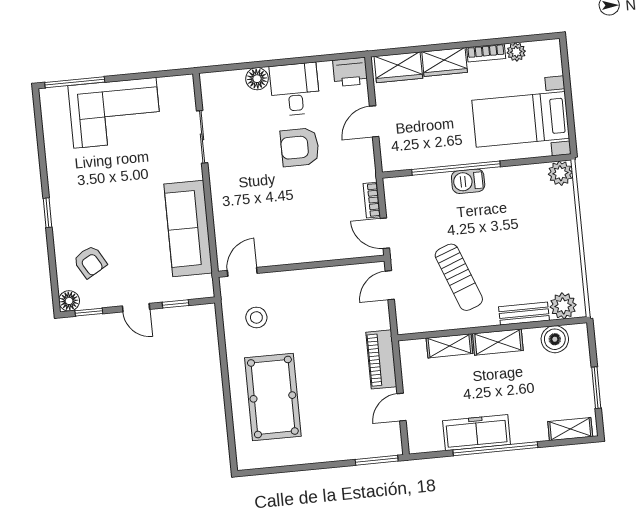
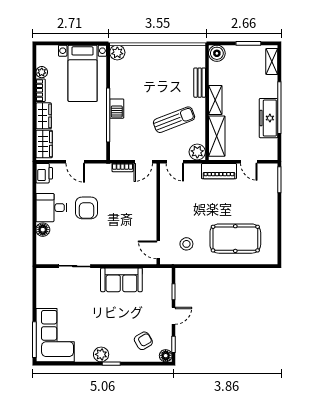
corner sofa: (115, 113) -> (55, 335), moved
plant: (61, 194) -> (101, 354), added
sofa: (188, 228) -> (121, 280), width x0.73
plant: (563, 306) -> (197, 152), moved
boiler: (555, 339) -> (217, 53), moved
shelving: (449, 346) -> (217, 136), width x1.50, depth x1.33

